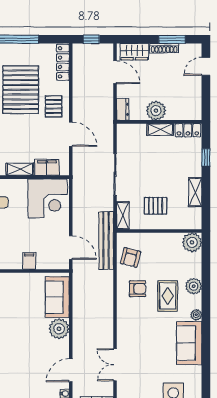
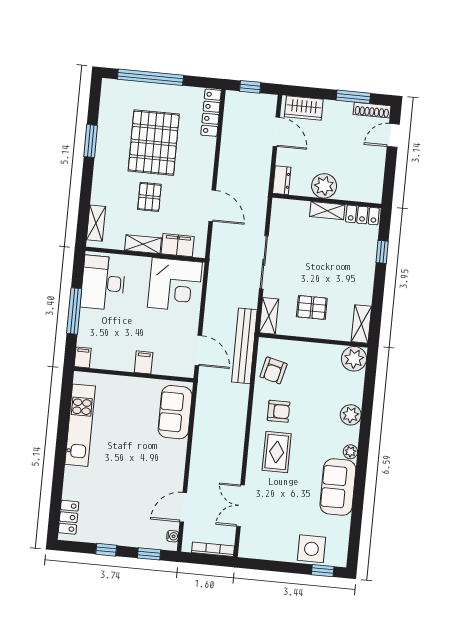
shoe rack: (164, 48) -> (372, 110), moved
pallet: (54, 106) -> (149, 197), moved
shelving: (195, 192) -> (361, 324), moved
rug: (168, 296) -> (277, 452), moved
plant: (59, 329) -> (173, 453), removed

